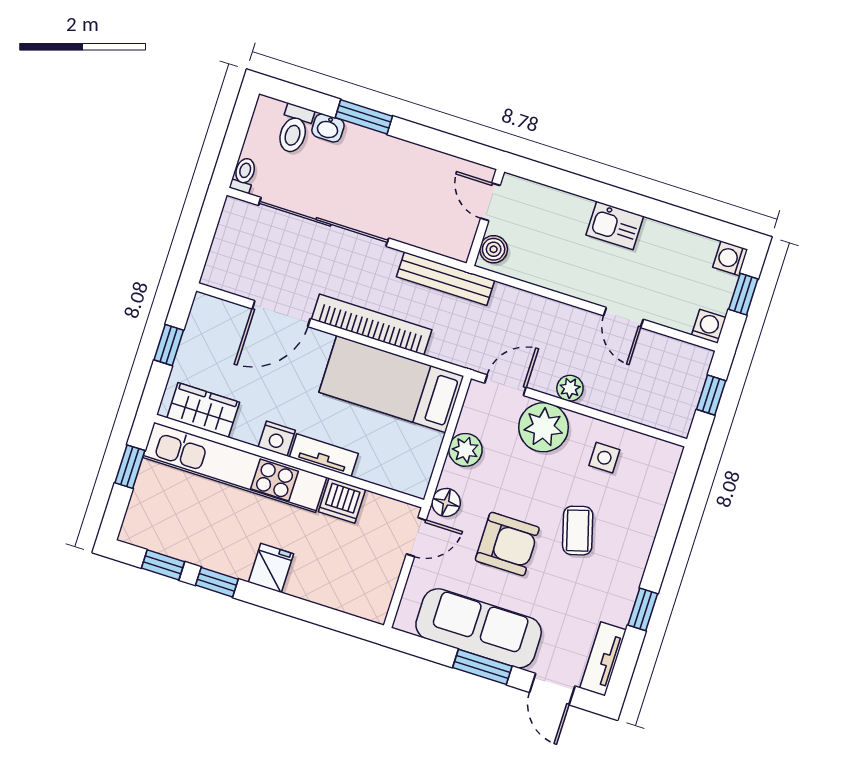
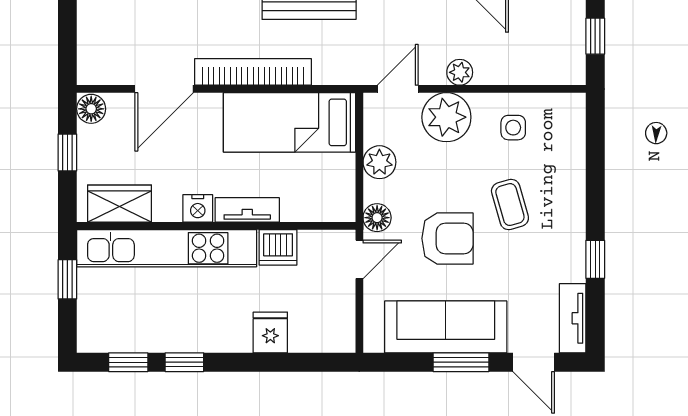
floor lamp: (205, 310) -> (91, 109), added
fridge: (271, 568) -> (270, 332), moved

